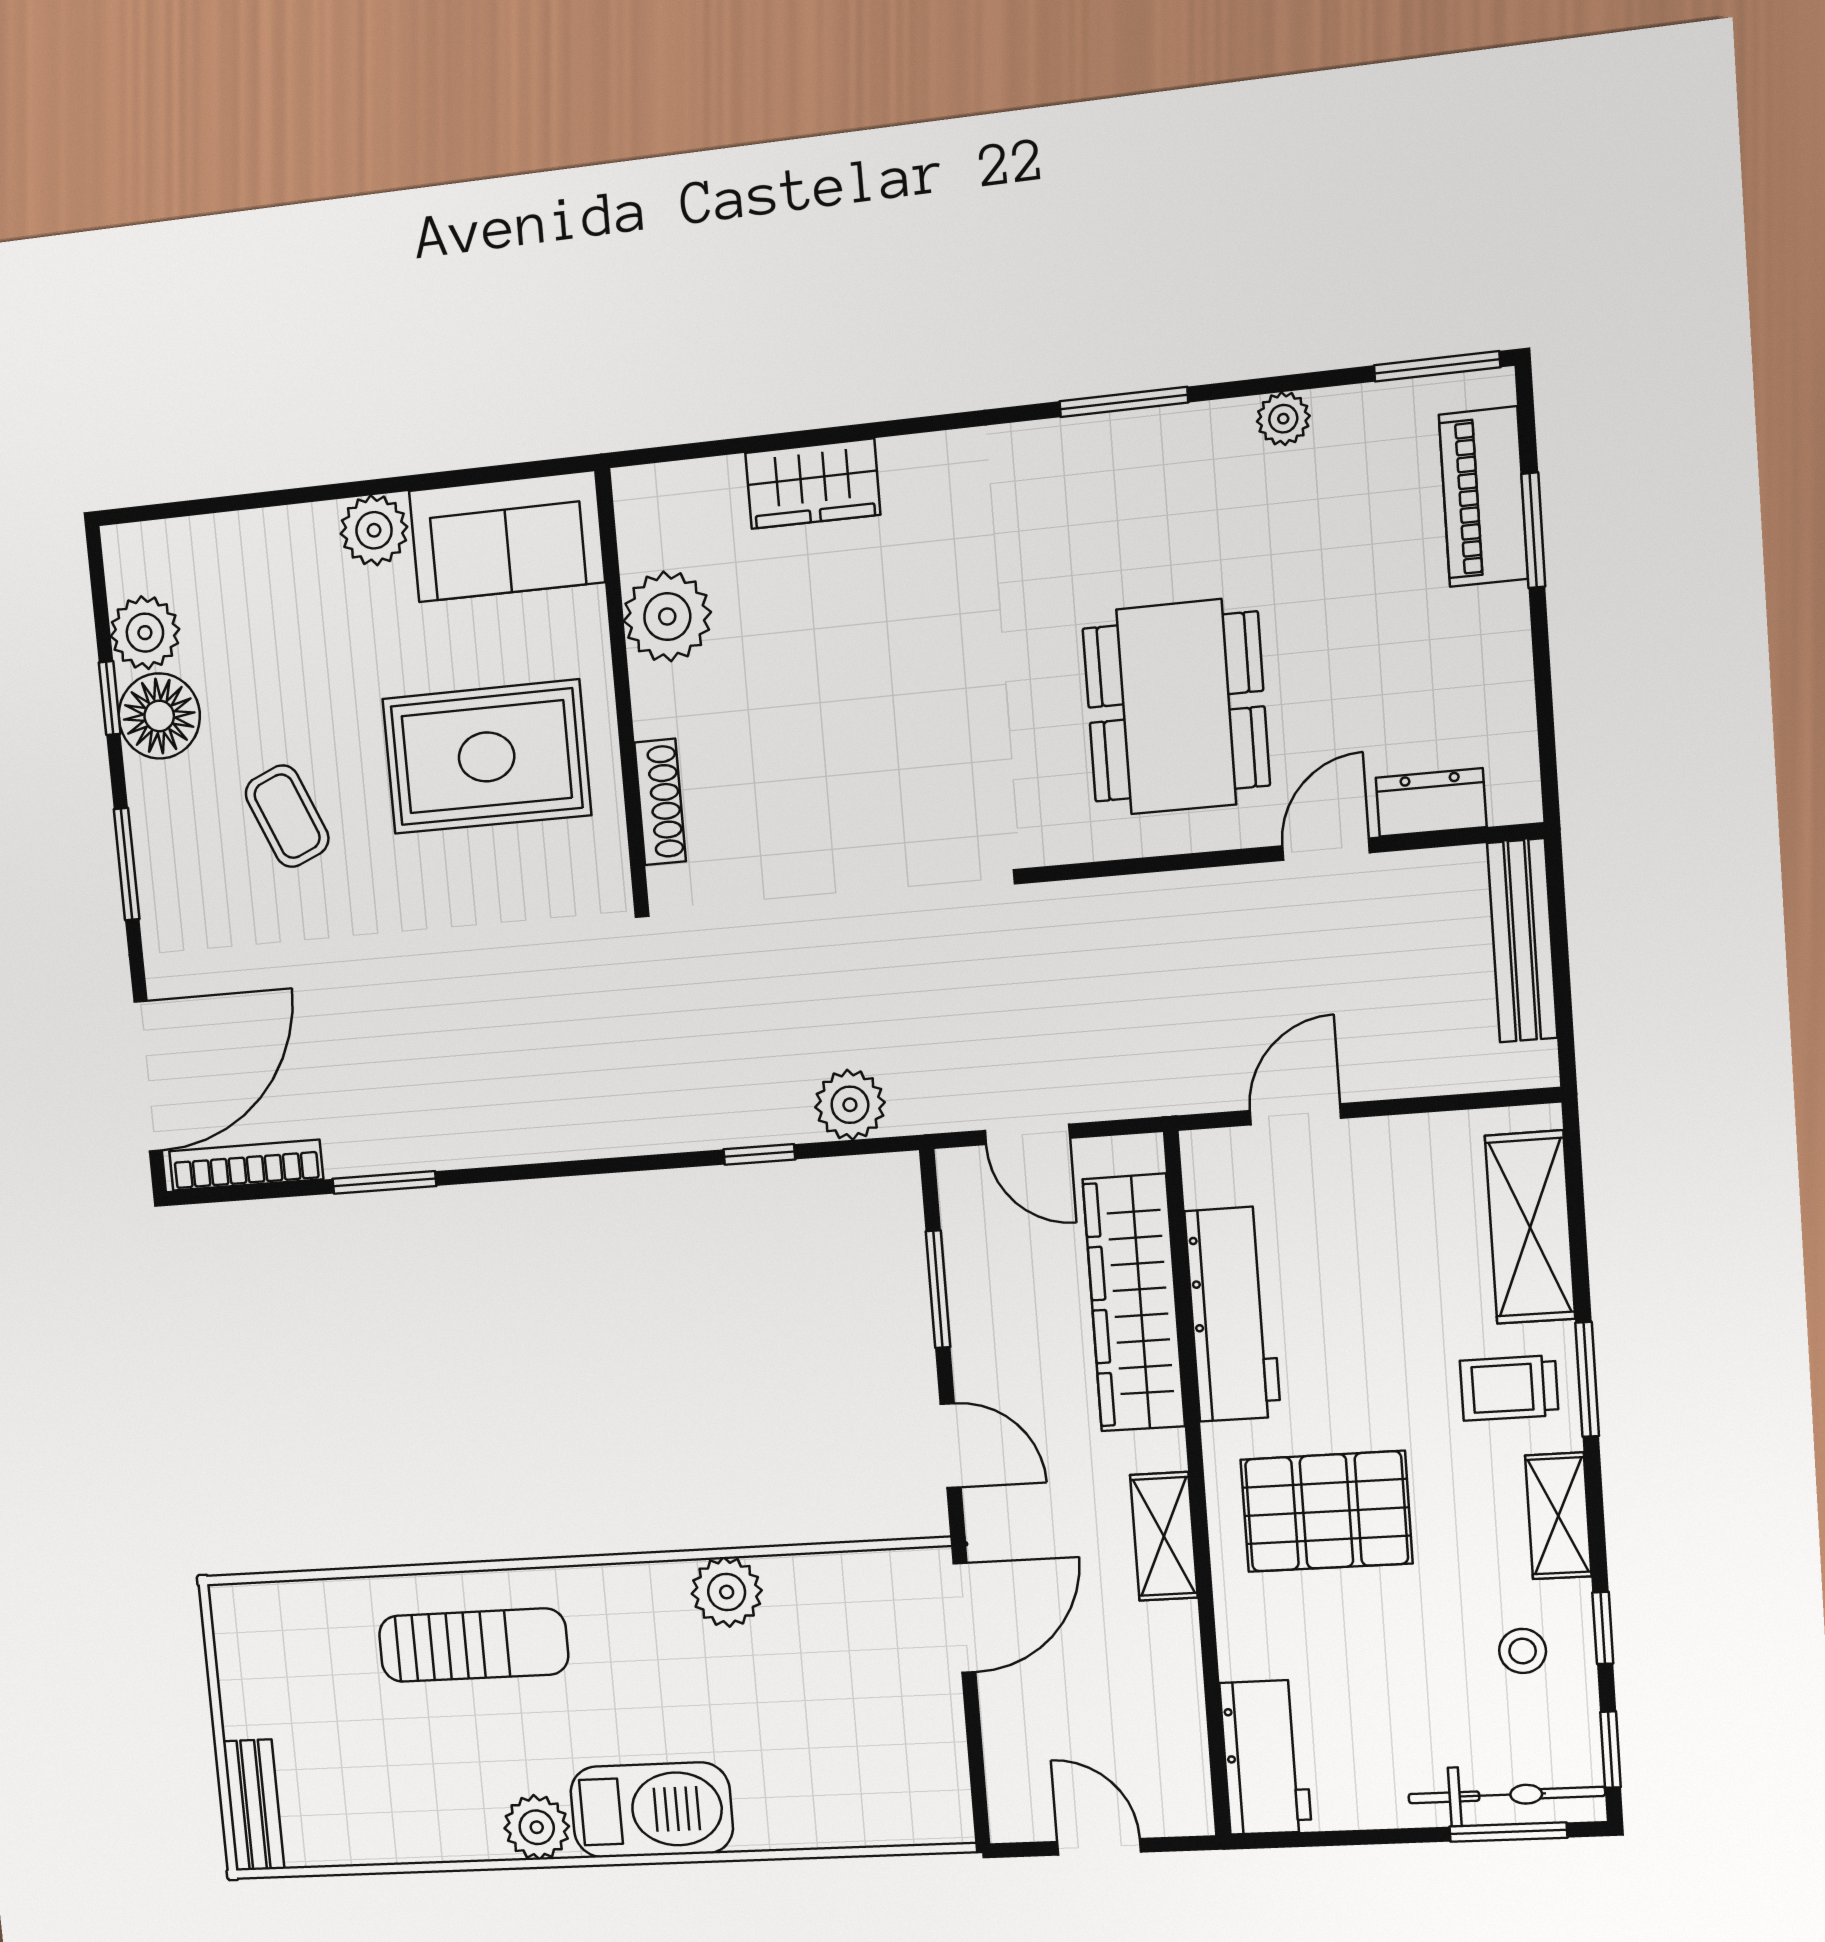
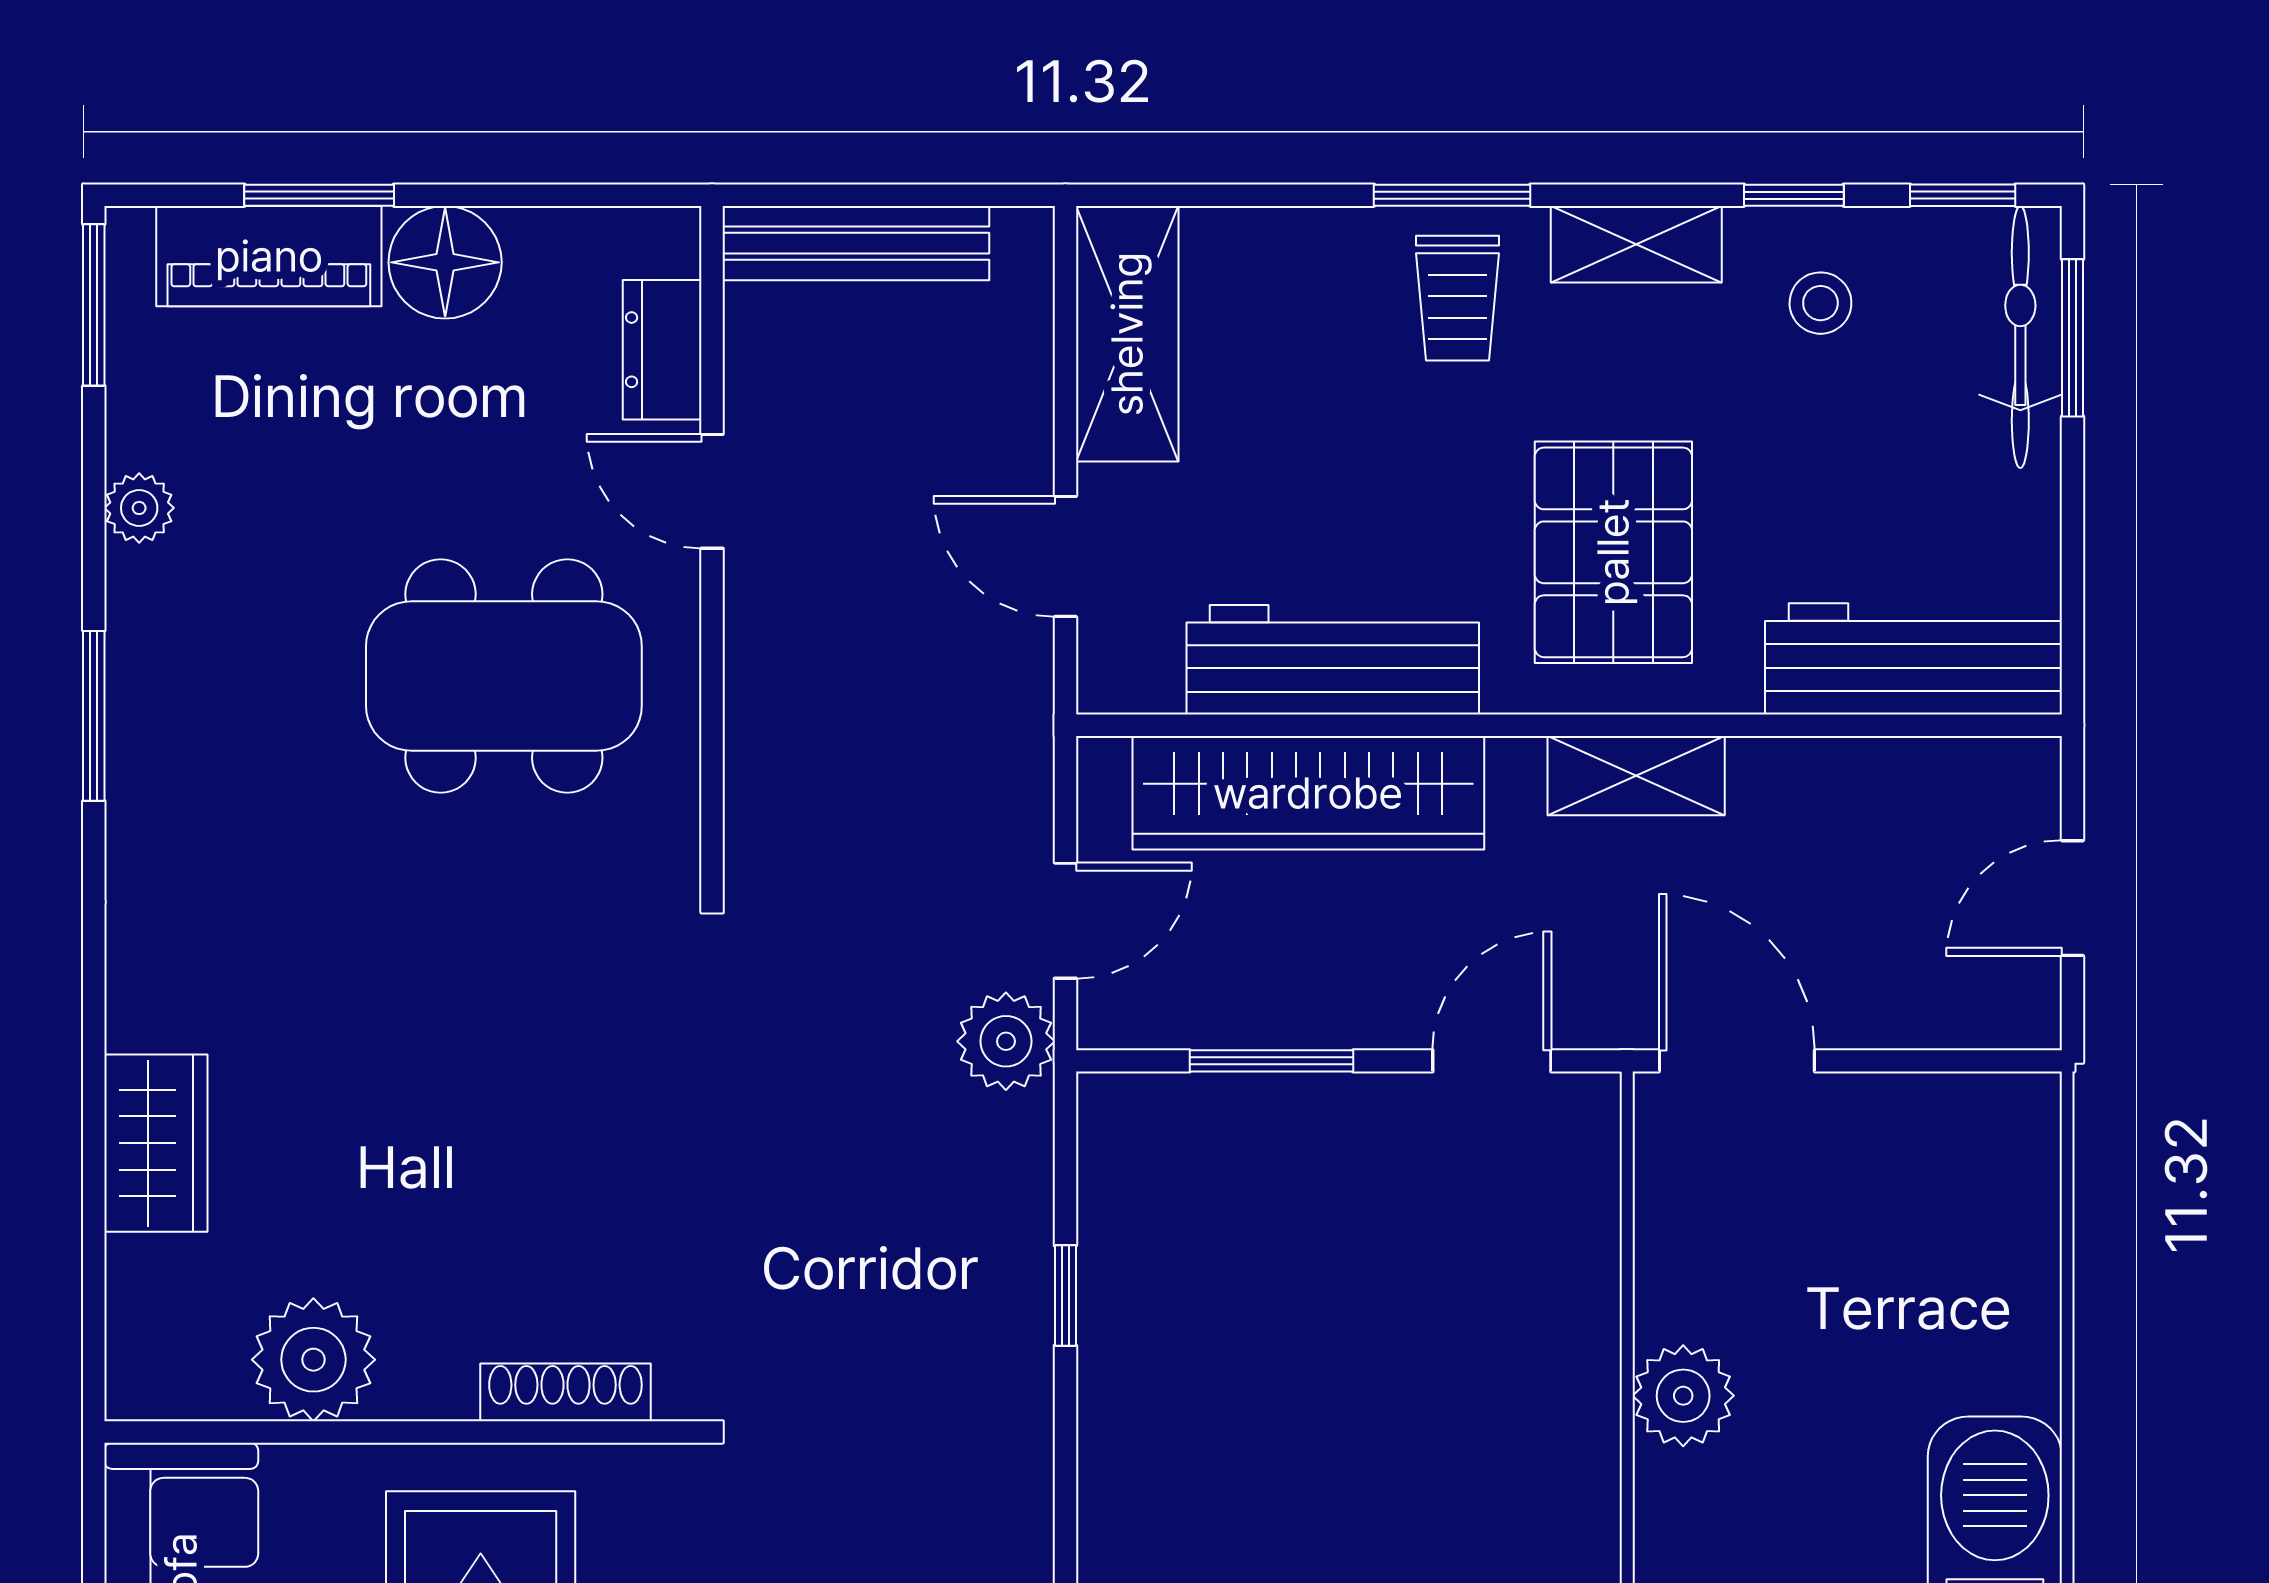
floor lamp: (1487, 632) -> (445, 262), added
plant: (850, 1105) -> (1006, 1041), moved
shelving: (1530, 1227) -> (1127, 334), moved, turned 90
workbench: (1266, 1757) -> (1914, 659), width x1.38

